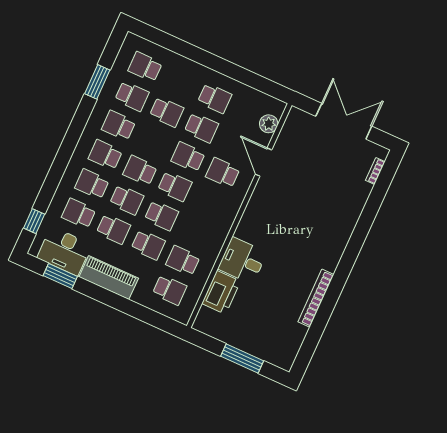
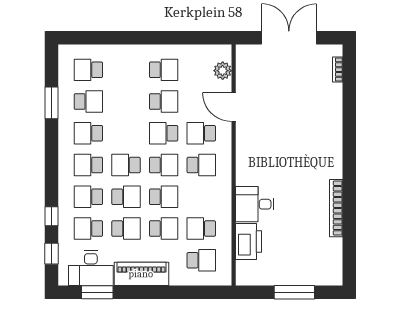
school desk: (167, 112) -> (201, 165), moved
window: (50, 187) -> (51, 216), added

